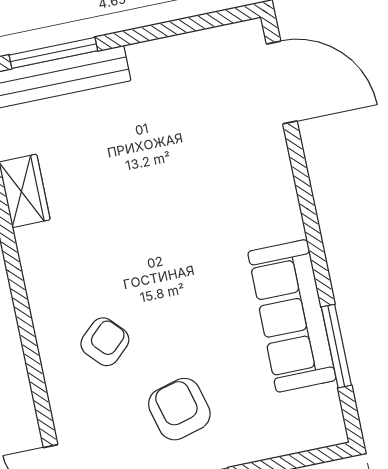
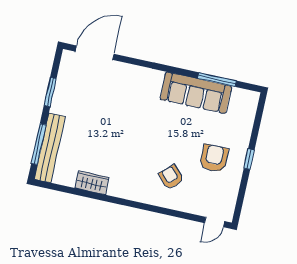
window: (165, 30) -> (50, 92), added
armchair: (179, 409) -> (214, 158), turned 105

